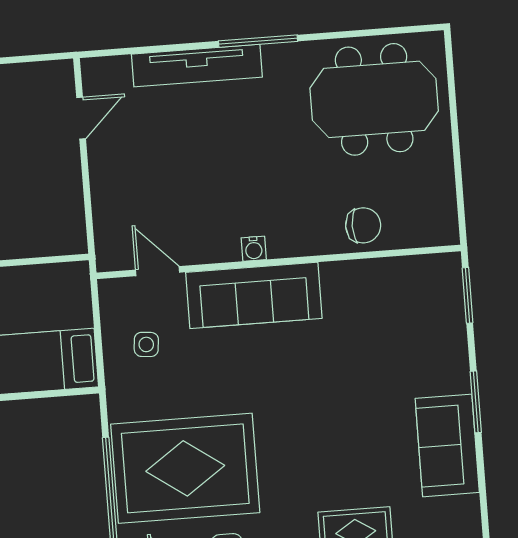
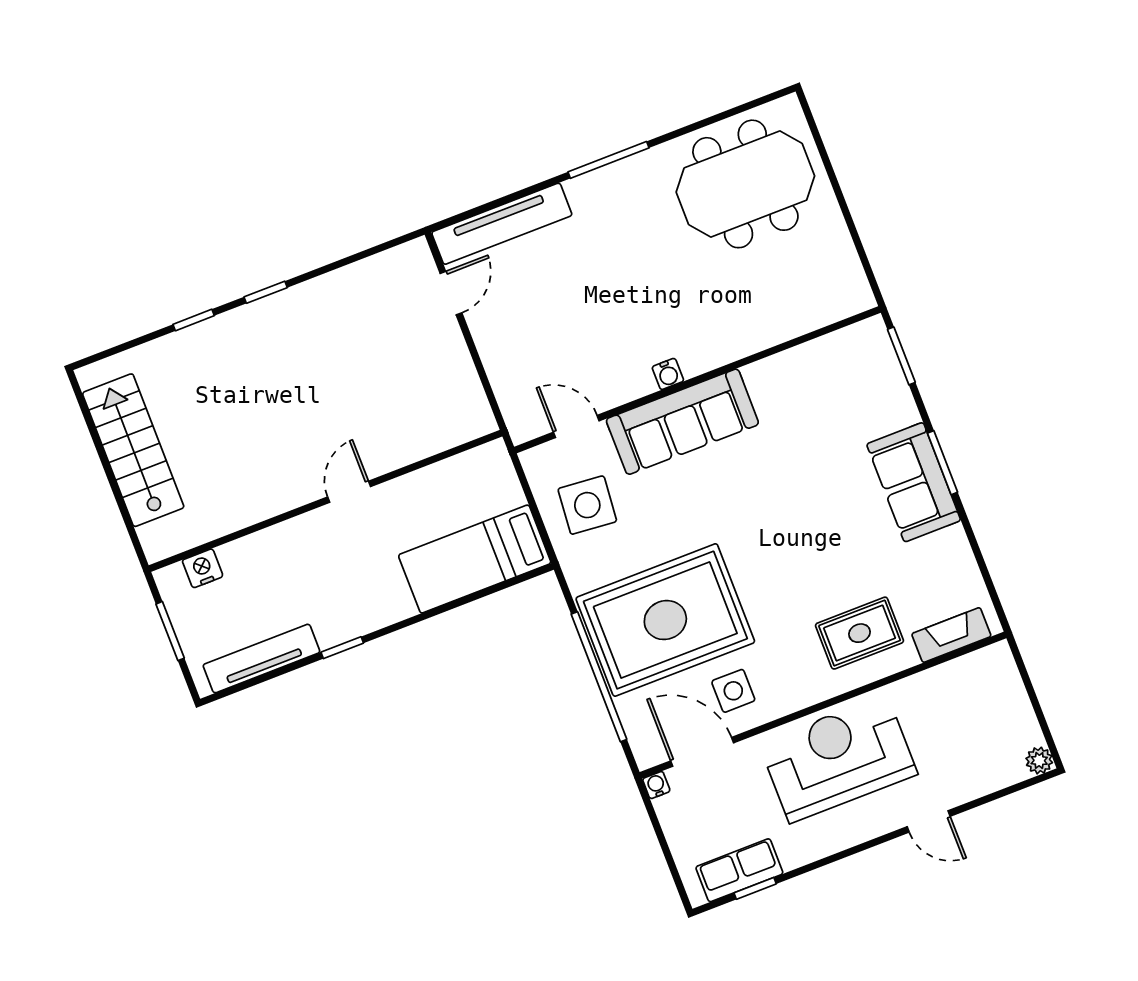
tv unit: (197, 66) -> (502, 224), moved
chair: (363, 225) -> (773, 316), removed
side table: (146, 344) -> (587, 505), width x1.87, depth x1.87
sofa: (447, 445) -> (914, 482), moved

